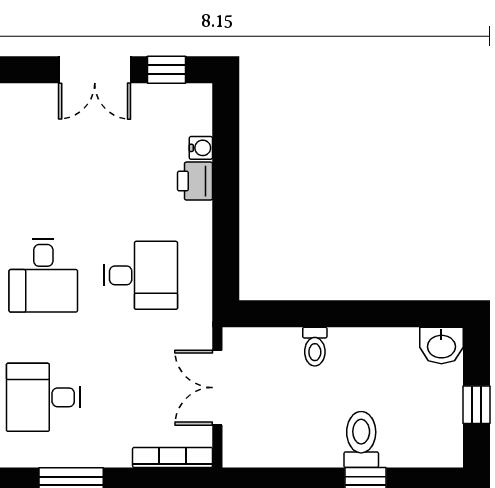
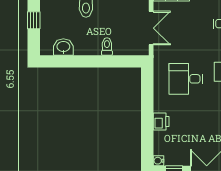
water cooler: (201, 148) -> (158, 161), moved
washbasin: (441, 346) -> (63, 47), moved

